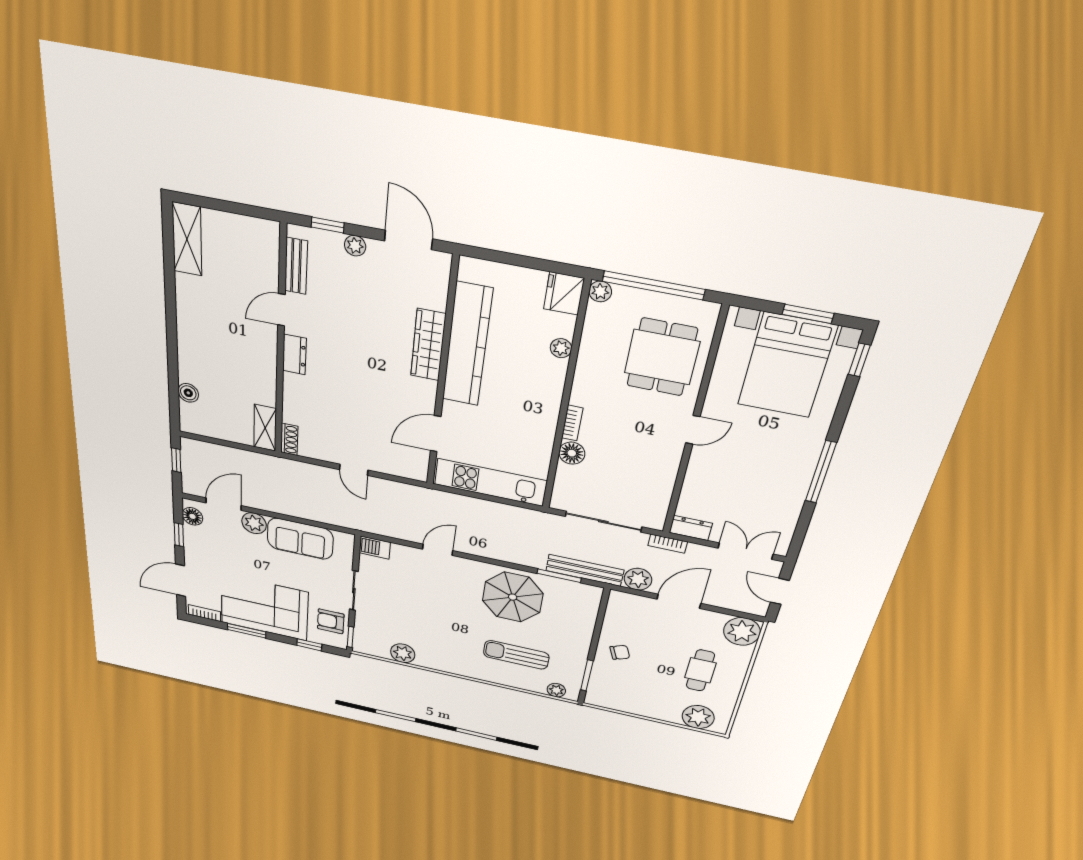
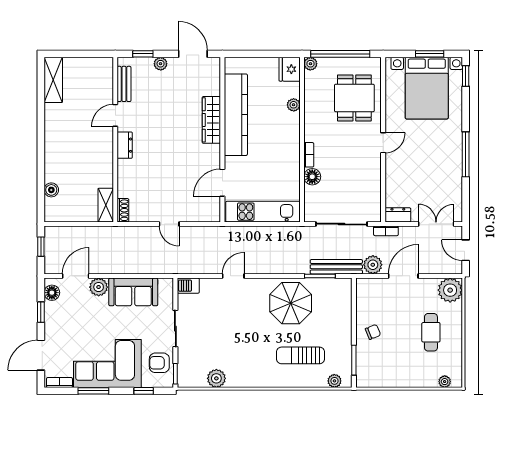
plant: (698, 717) -> (445, 382), width x0.53, depth x0.53

